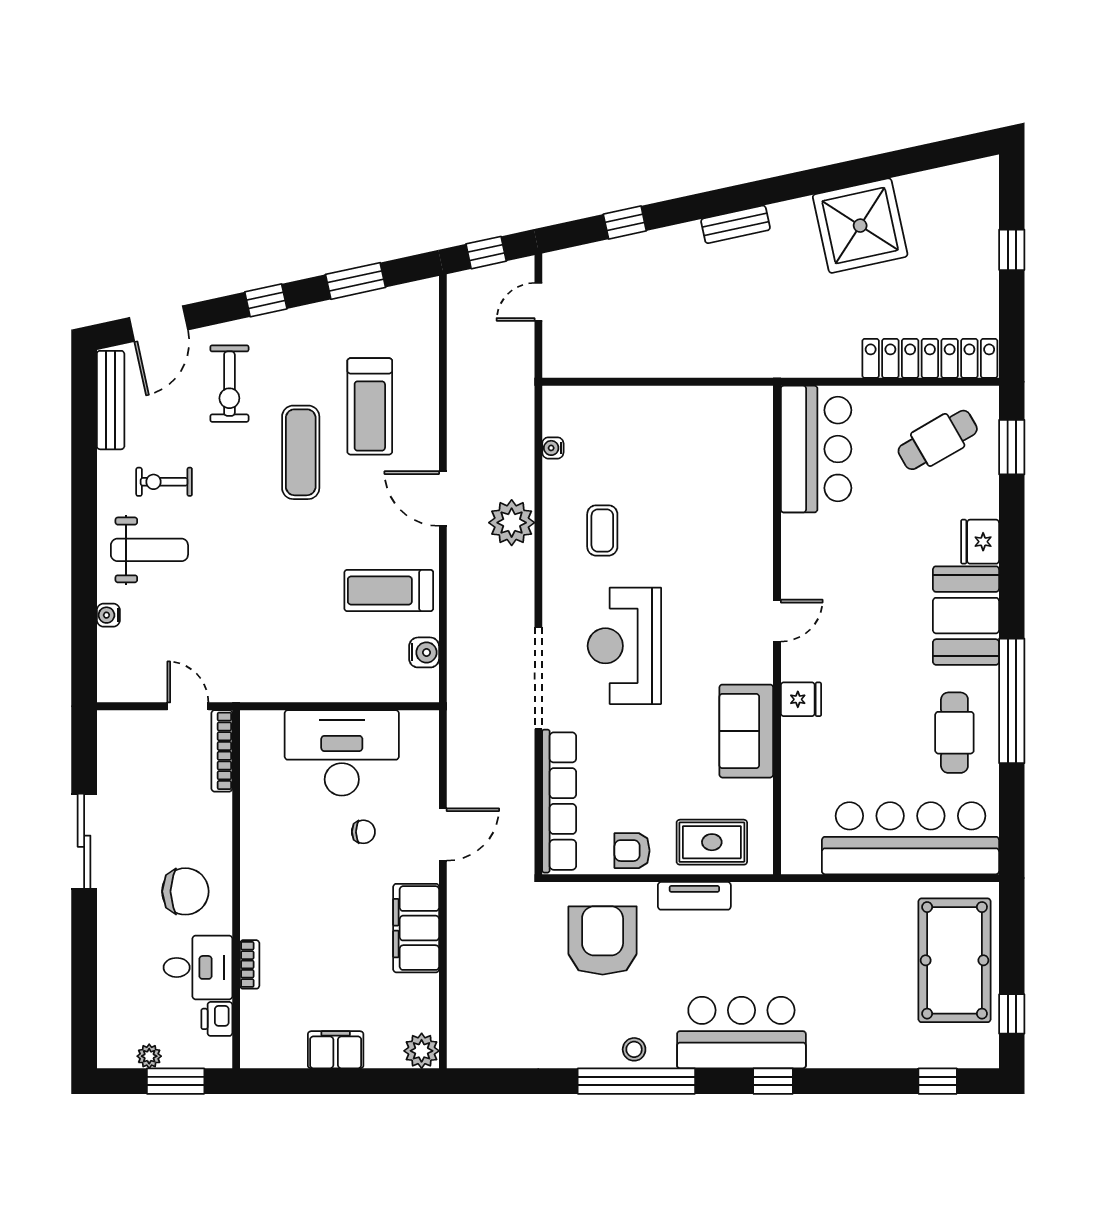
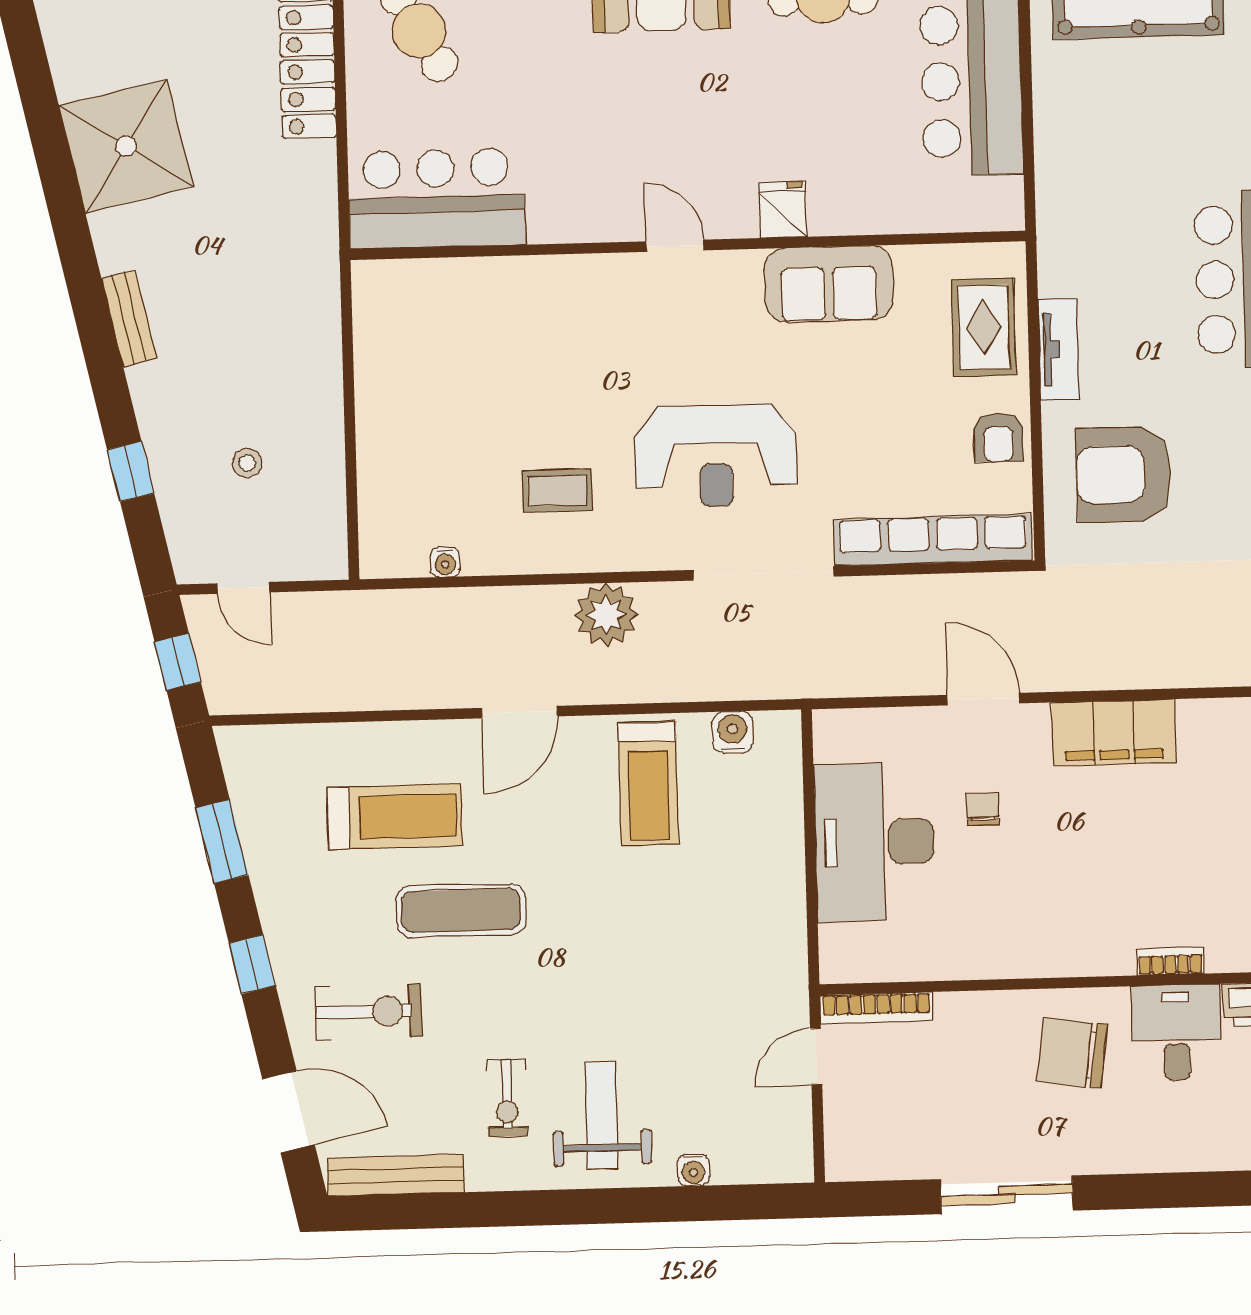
stool: (628, 307) -> (247, 463), added
plant: (512, 523) -> (606, 615), moved
chair: (185, 891) -> (1072, 1053), turned -82

